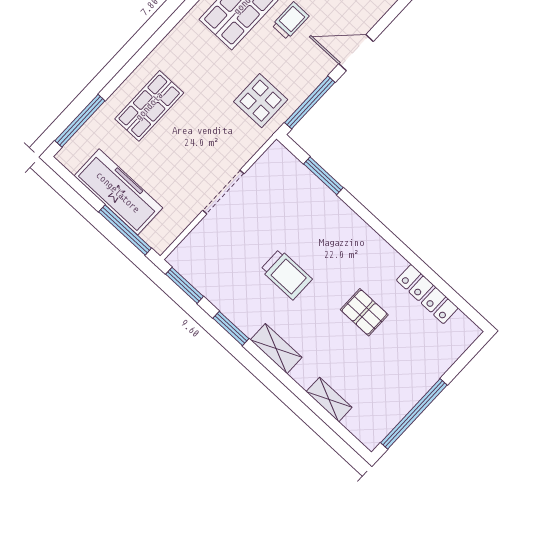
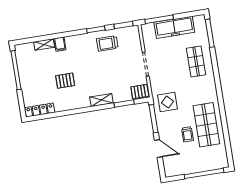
door: (356, 53) -> (158, 149), hinge flipped
pallet: (280, 164) -> (140, 92), added
trolley: (286, 274) -> (107, 43), moved
locker: (427, 294) -> (40, 110), moved
shelving: (276, 349) -> (101, 100), moved
filing cabinet: (307, 372) -> (60, 44), added

